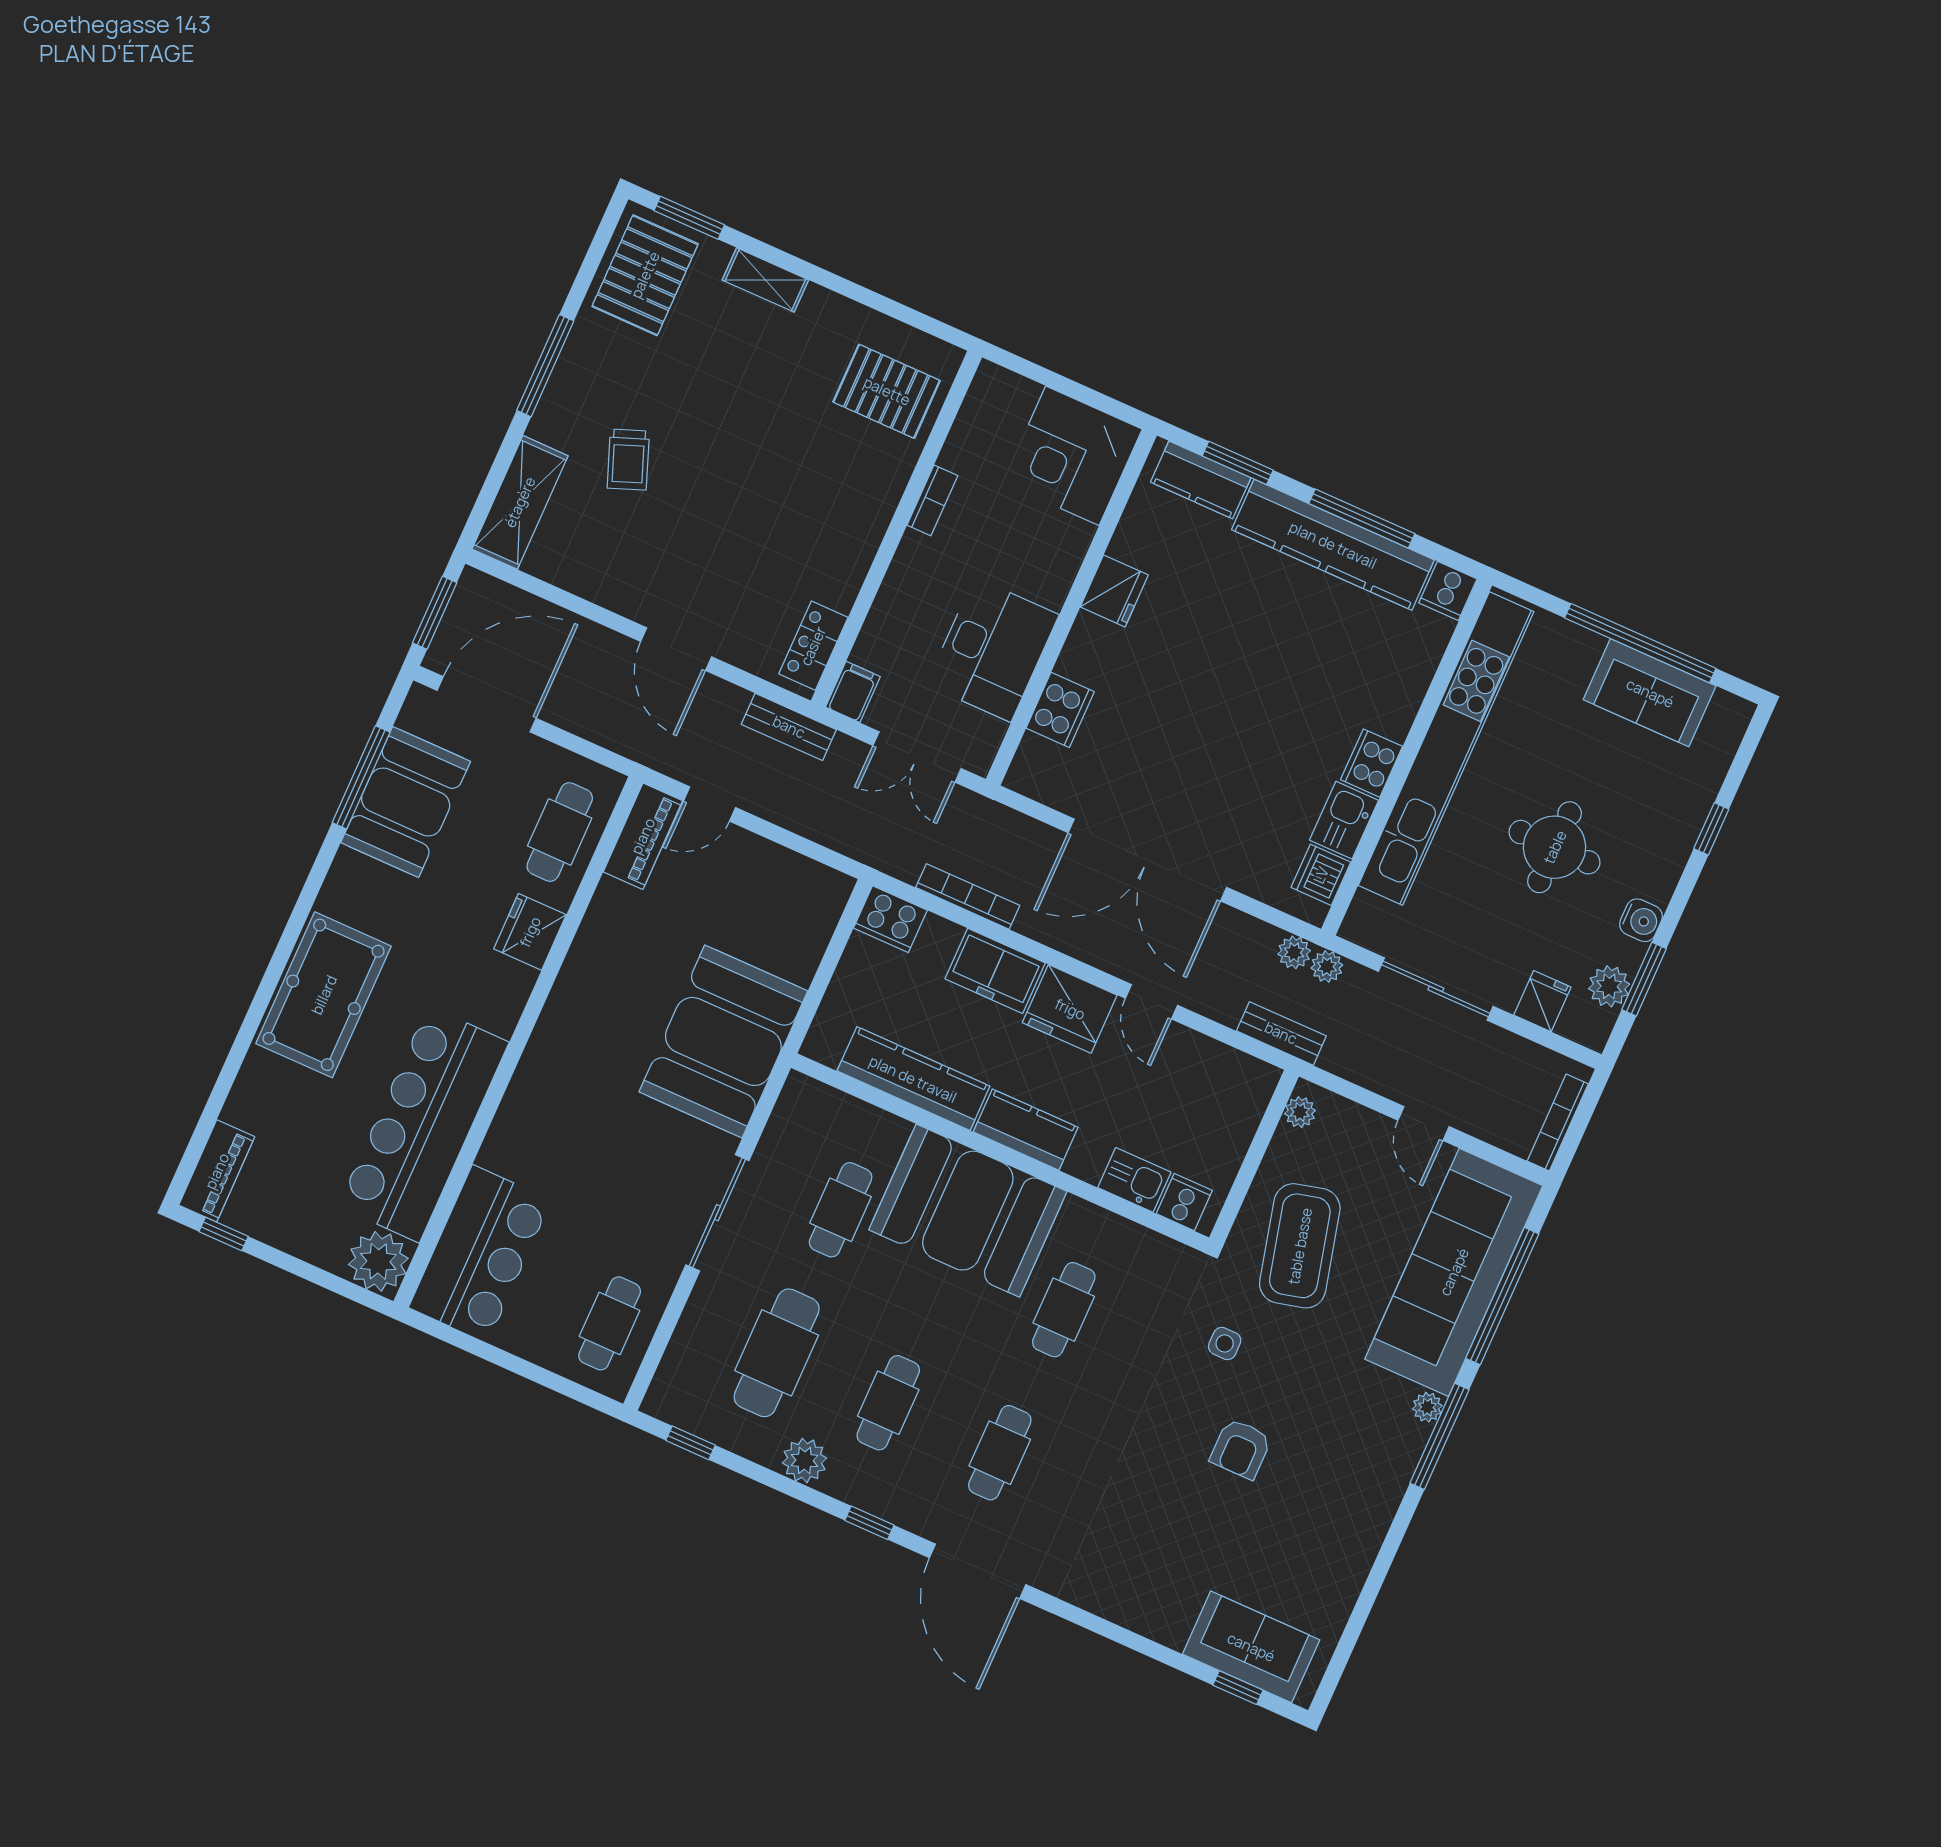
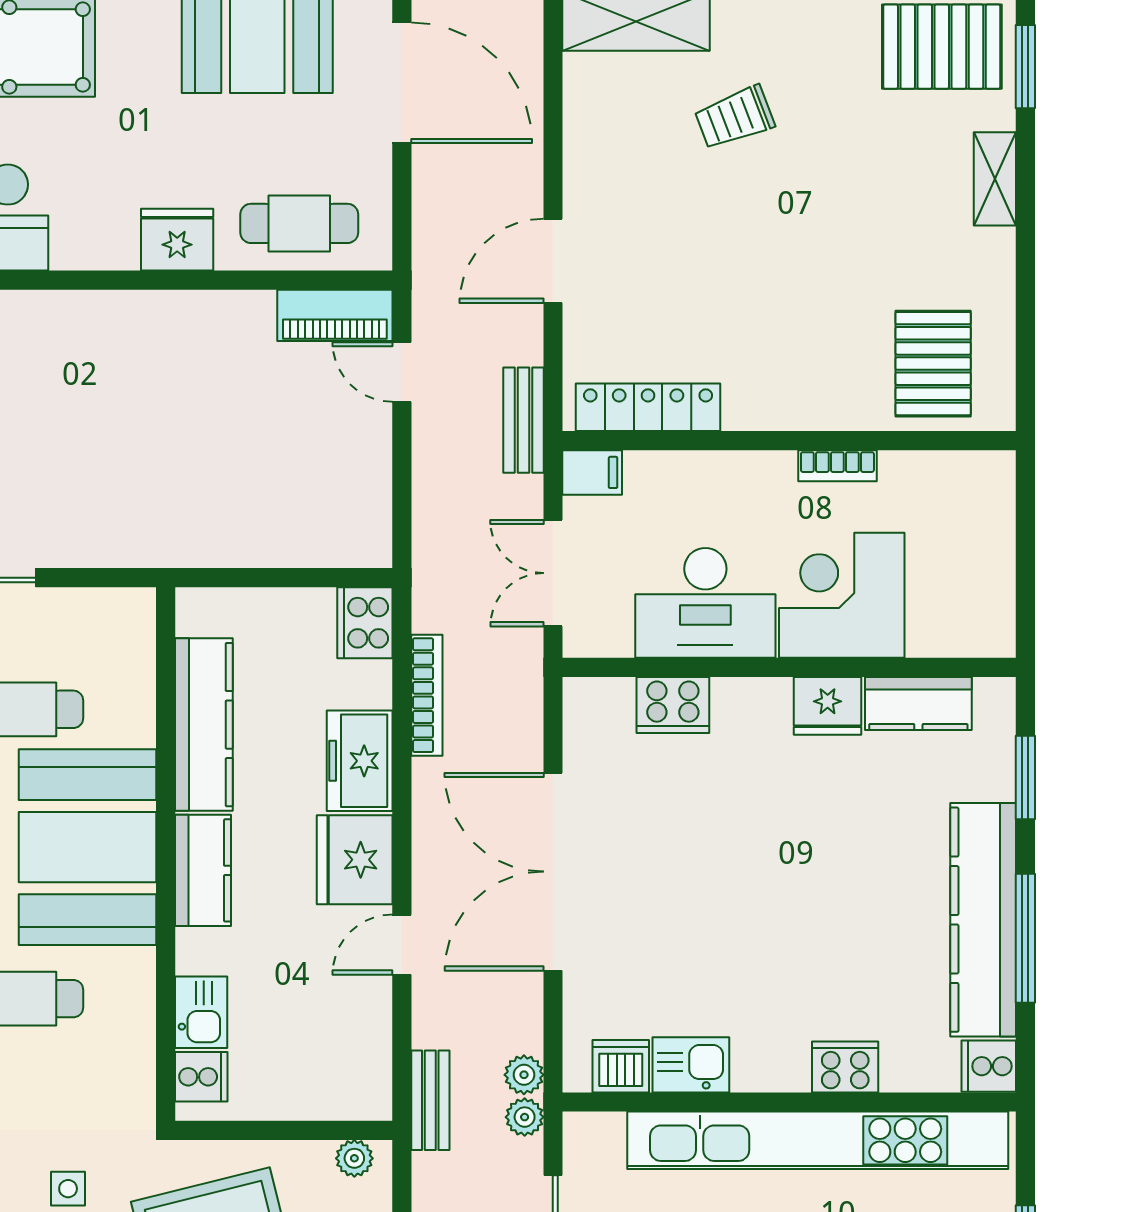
corner desk: (1072, 456) -> (842, 595), moved
kitchen counter: (1201, 480) -> (918, 704), moved, turned -90
locker: (813, 646) -> (648, 407), width x1.53
cooker: (1372, 763) -> (845, 1067), moved
booth: (723, 1041) -> (152, 501), removed

